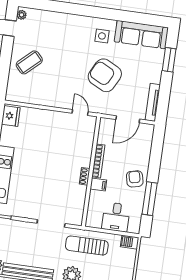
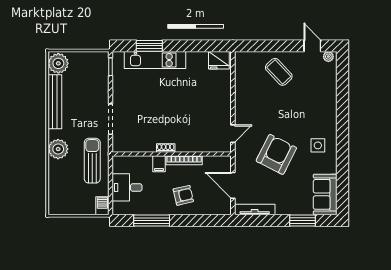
sofa: (141, 35) -> (325, 194), width x0.73
armchair: (135, 179) -> (183, 195), moved

